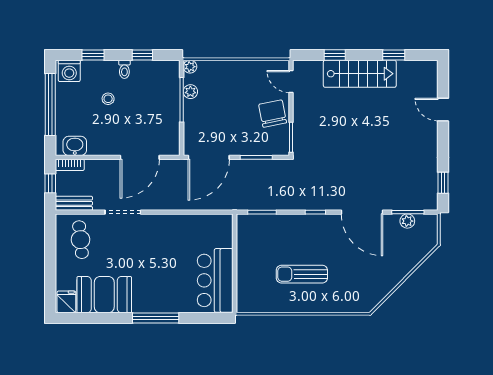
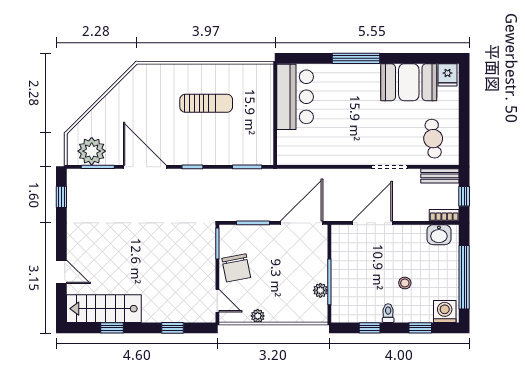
plant: (190, 67) -> (258, 316), moved
stairs: (360, 74) -> (104, 309), moved
plant: (407, 221) -> (92, 151), width x1.88, depth x1.88

